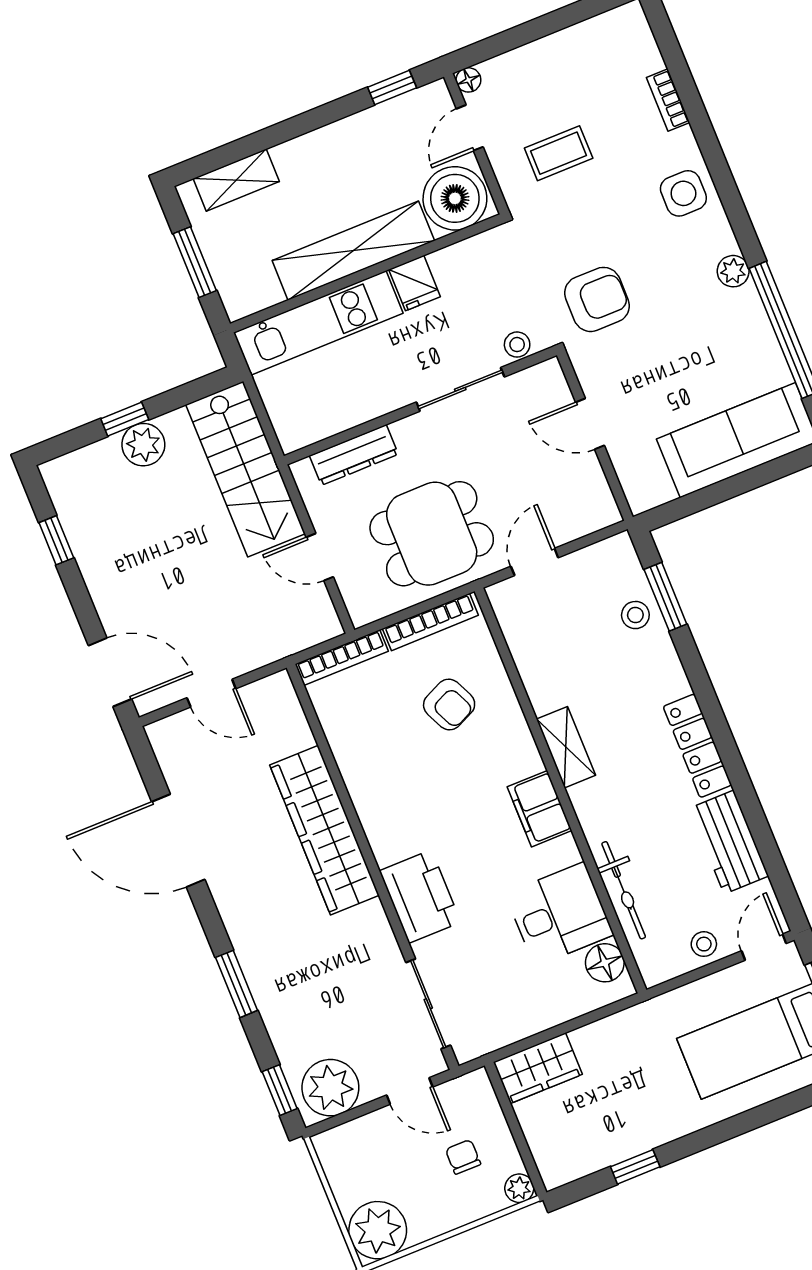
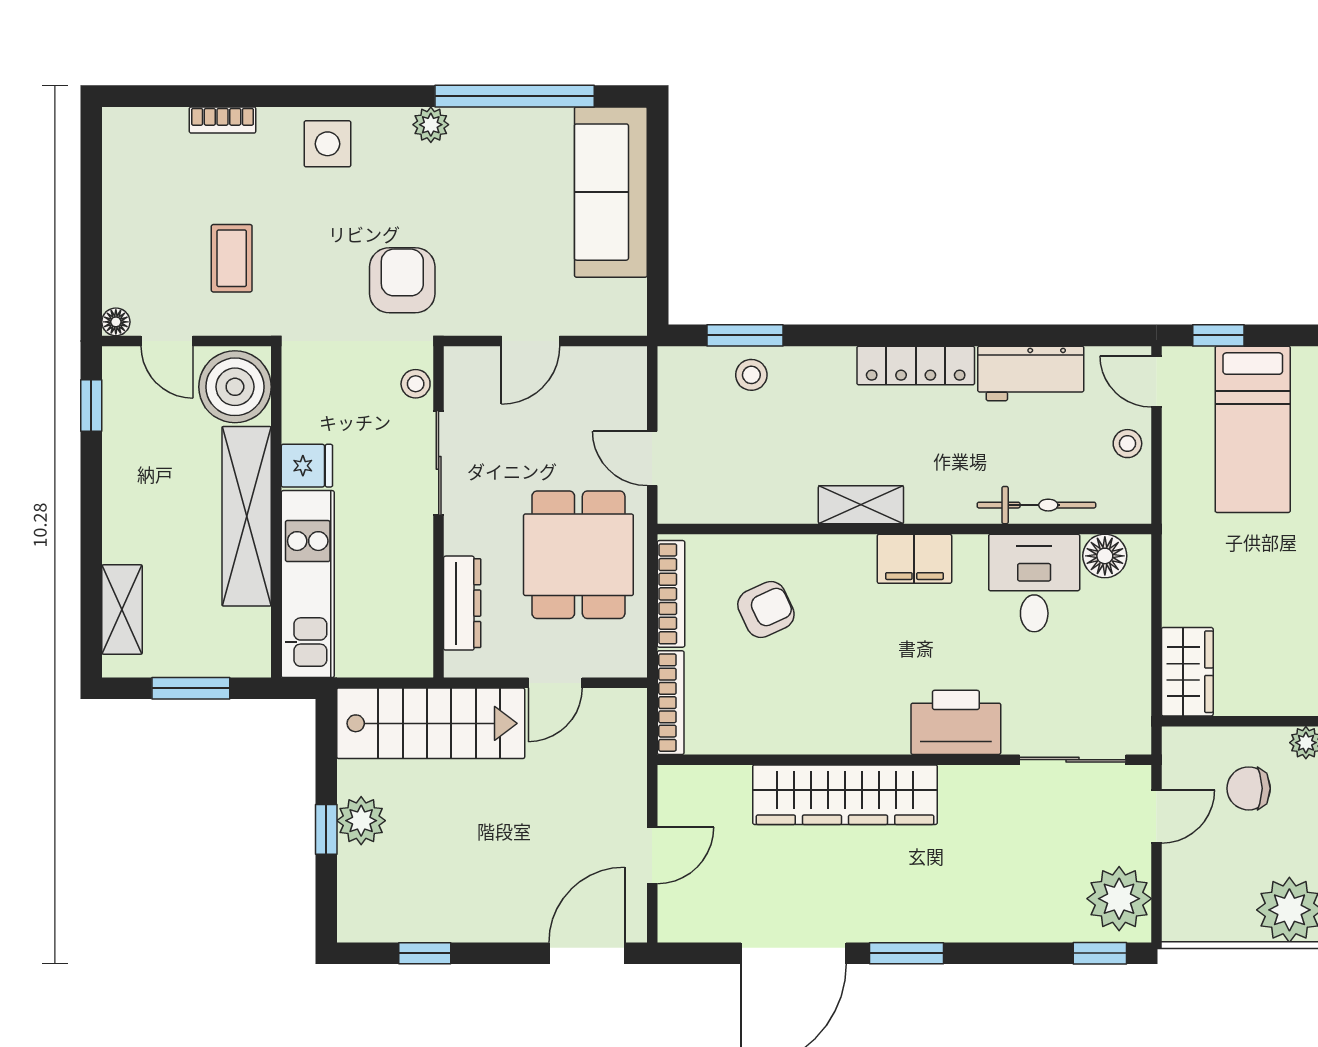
window: (237, 984) -> (906, 953), moved
chair: (463, 1157) -> (1249, 788), width x1.37, depth x1.37

